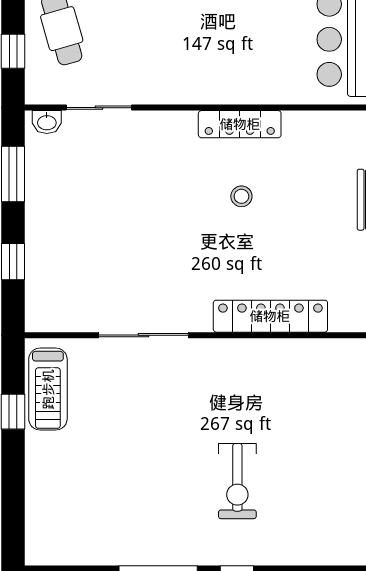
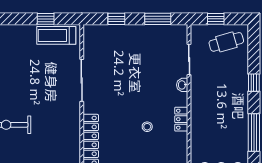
washbasin: (47, 122) -> (182, 85), moved
locker: (240, 124) -> (181, 119), width x0.66

